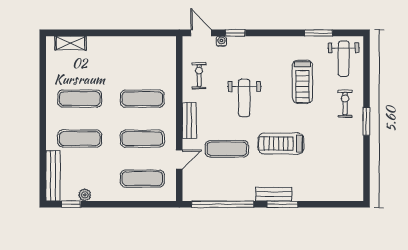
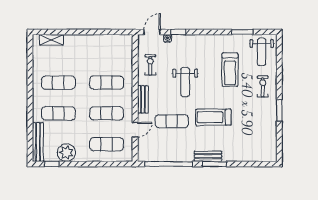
door: (201, 33) -> (152, 32), hinge flipped
window: (366, 121) -> (279, 110), moved
plant: (85, 195) -> (66, 153), width x1.88, depth x1.88

